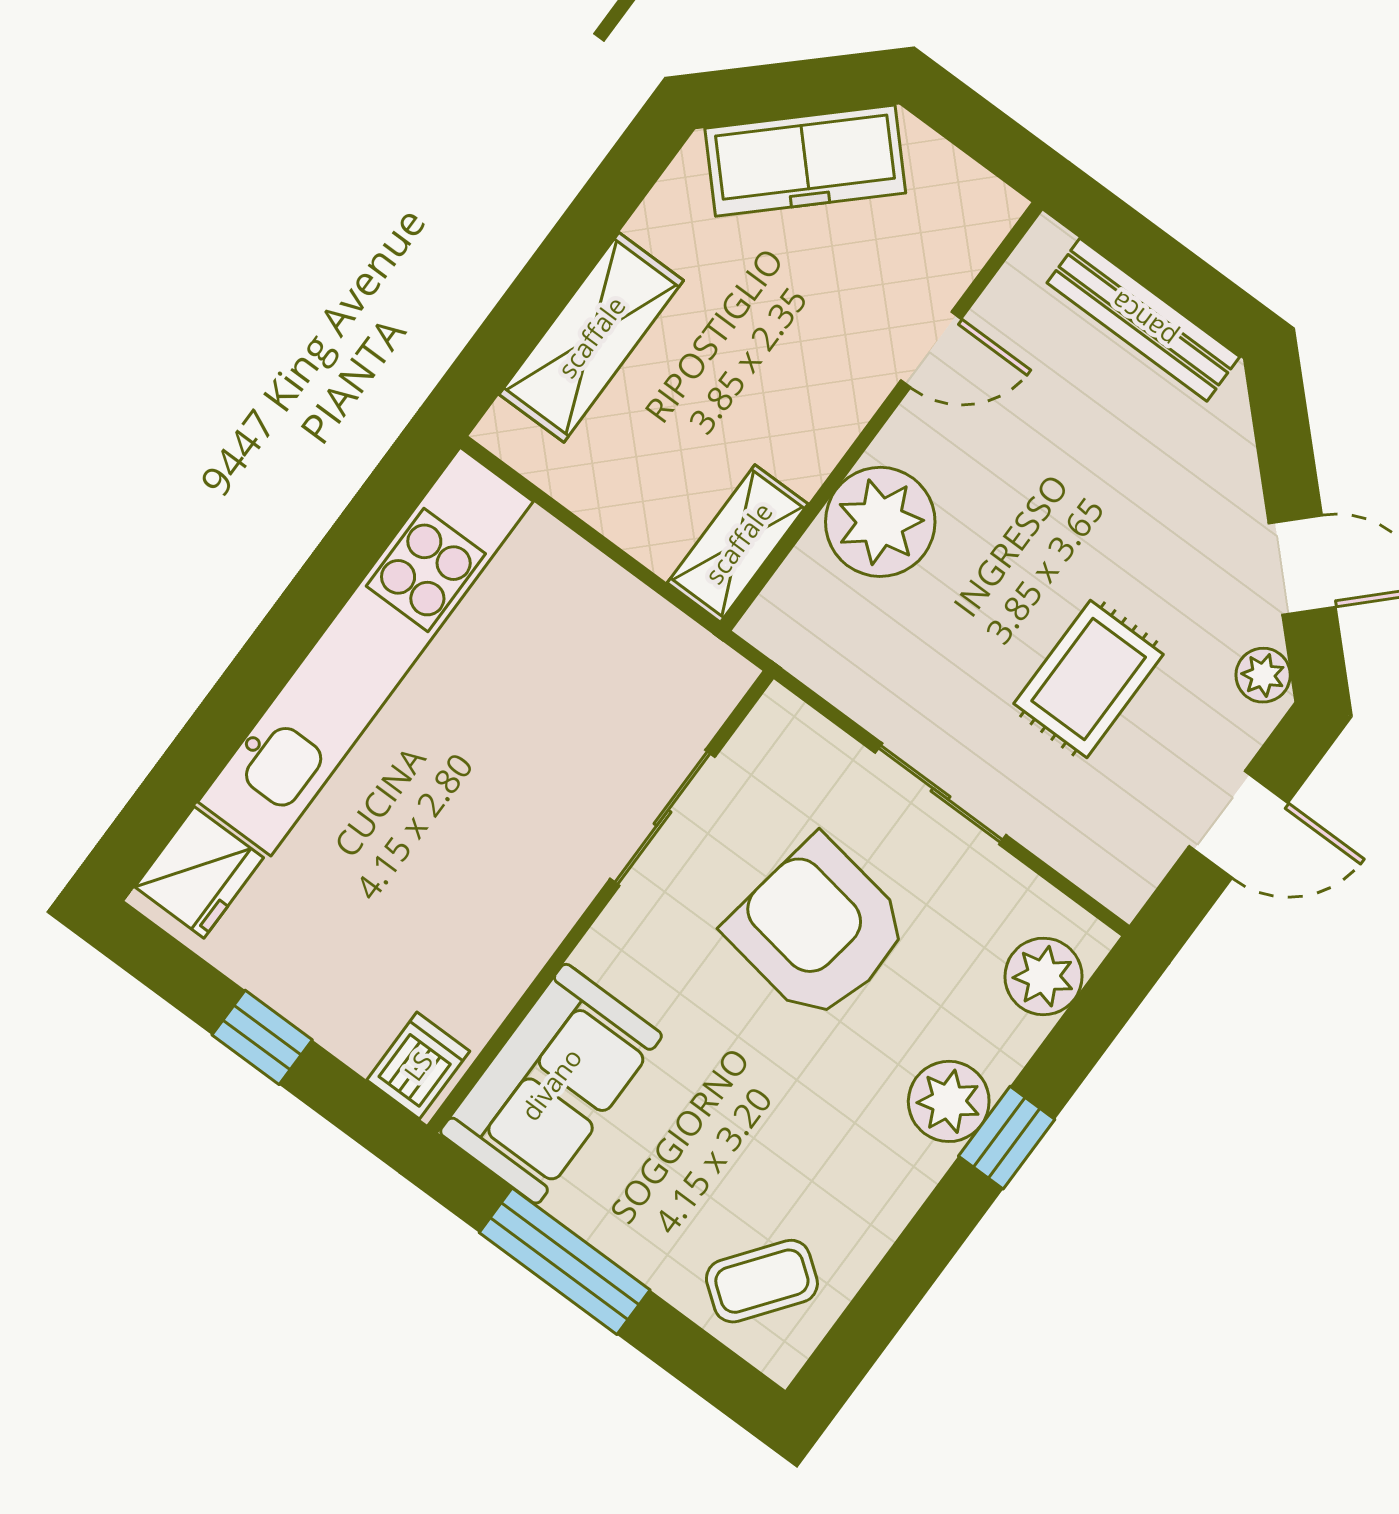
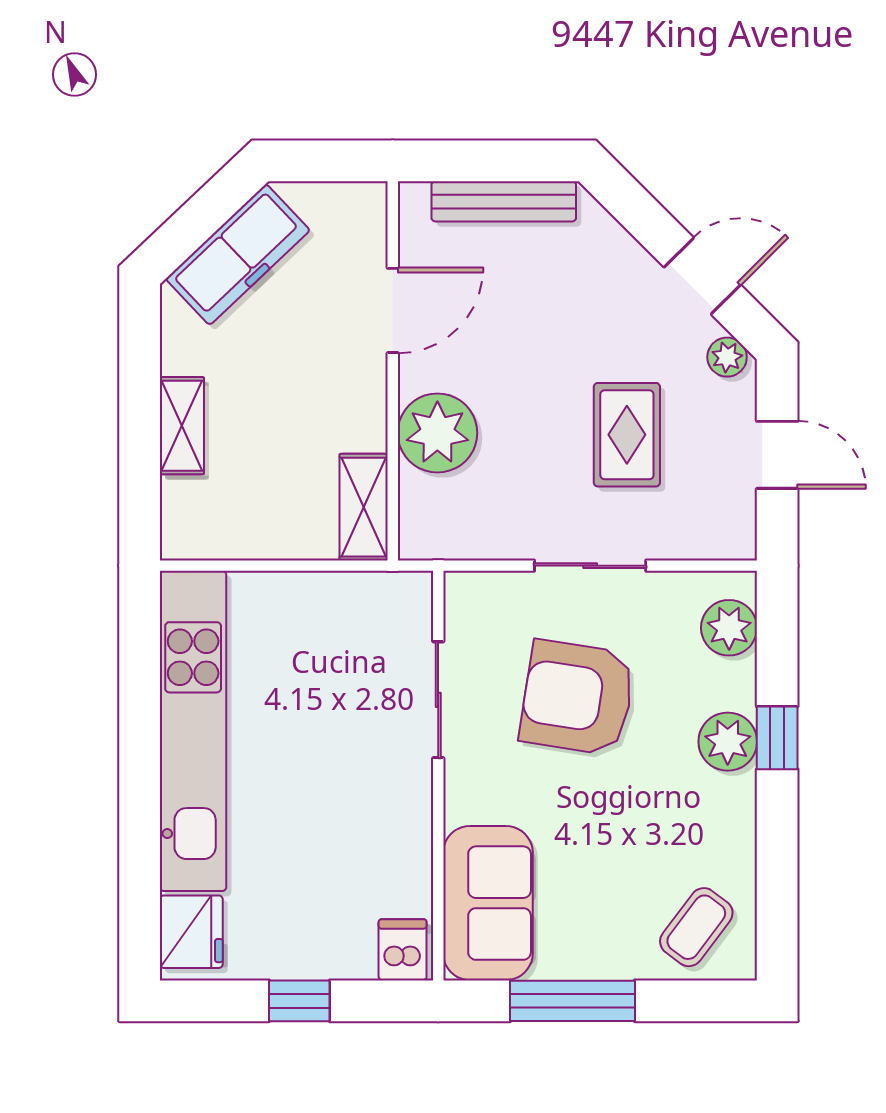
shelving: (591, 337) -> (182, 426), width x0.67, depth x0.75
door: (931, 350) -> (393, 310), width x1.38
door: (1238, 824) -> (777, 455), hinge flipped

